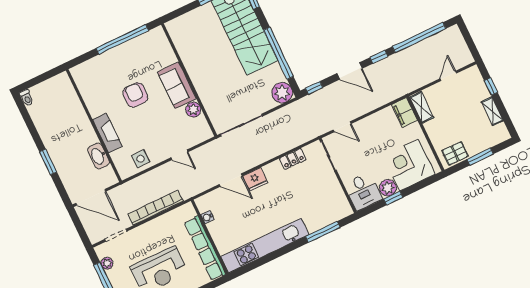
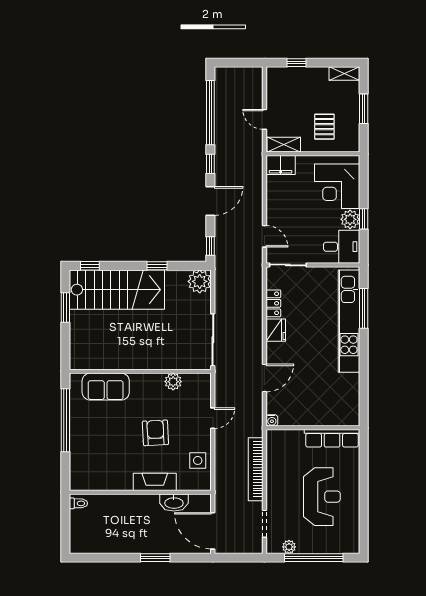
window: (278, 53) -> (157, 266), width x0.32
door: (448, 76) -> (264, 119), moved
sofa: (177, 85) -> (106, 387), moved
armchair: (135, 95) -> (155, 433), moved, turned 87
toilet: (27, 98) -> (78, 503), moved
shelving: (492, 111) -> (344, 74), moved
door: (342, 127) -> (264, 236), hinge flipped
pallet: (455, 153) -> (324, 127), moved
fridge: (255, 179) -> (276, 330), moved
door: (91, 197) -> (213, 531), swing flipped
water cooler: (207, 217) -> (272, 420), moved
kitchen unit: (265, 246) -> (349, 321), moved
row of seats: (205, 248) -> (332, 438), width x0.73

